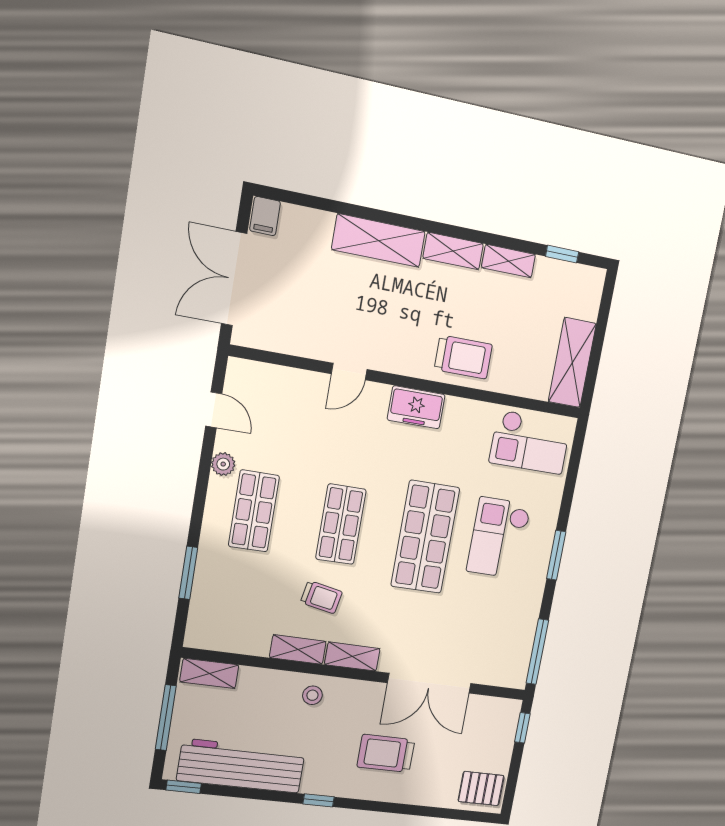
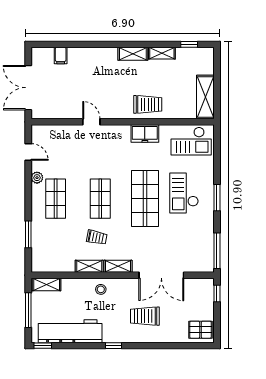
filing cabinet: (265, 216) -> (61, 56), moved
shelving: (378, 240) -> (95, 56), removed
door: (349, 372) -> (91, 122), swing flipped
freezer: (416, 407) -> (145, 134), moved

